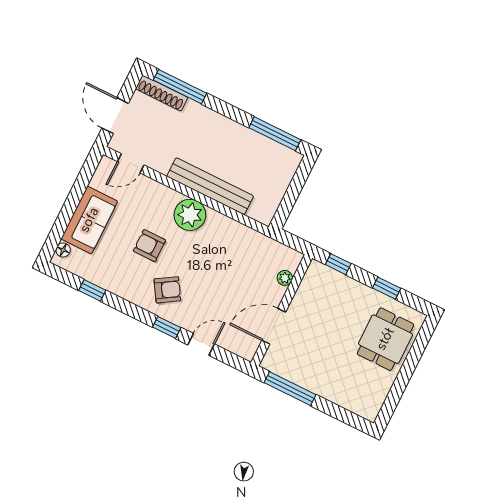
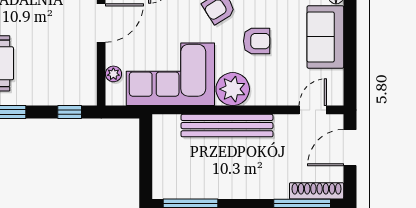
door: (115, 116) -> (350, 148), swing flipped
corner sofa: (237, 254) -> (170, 74), added

